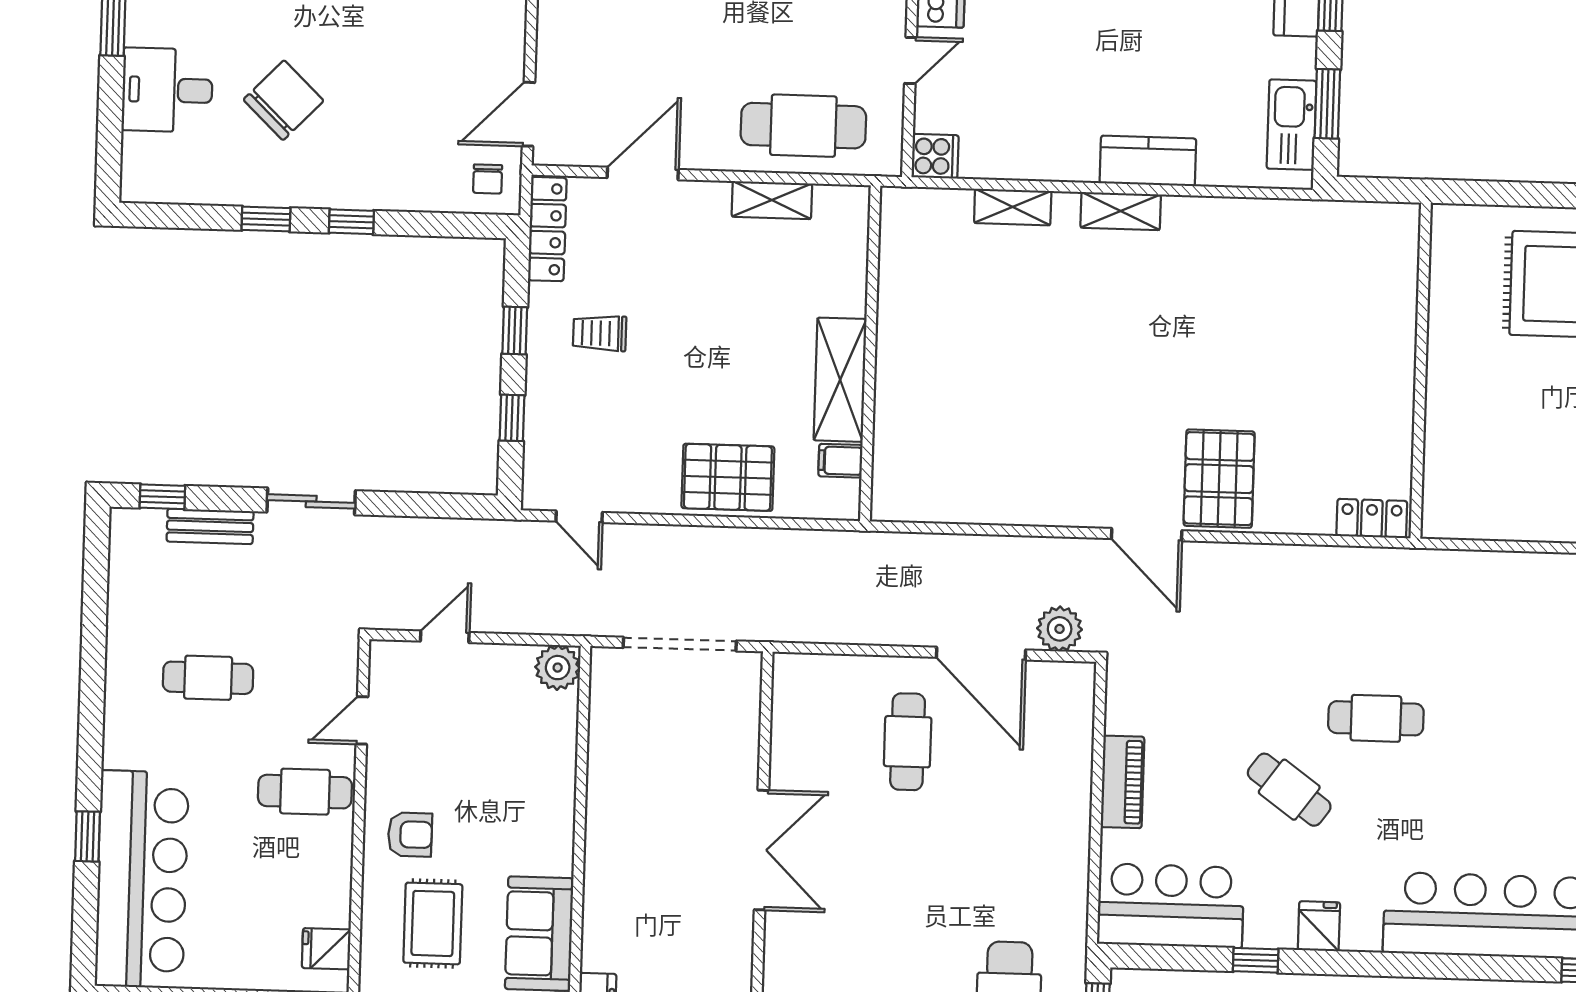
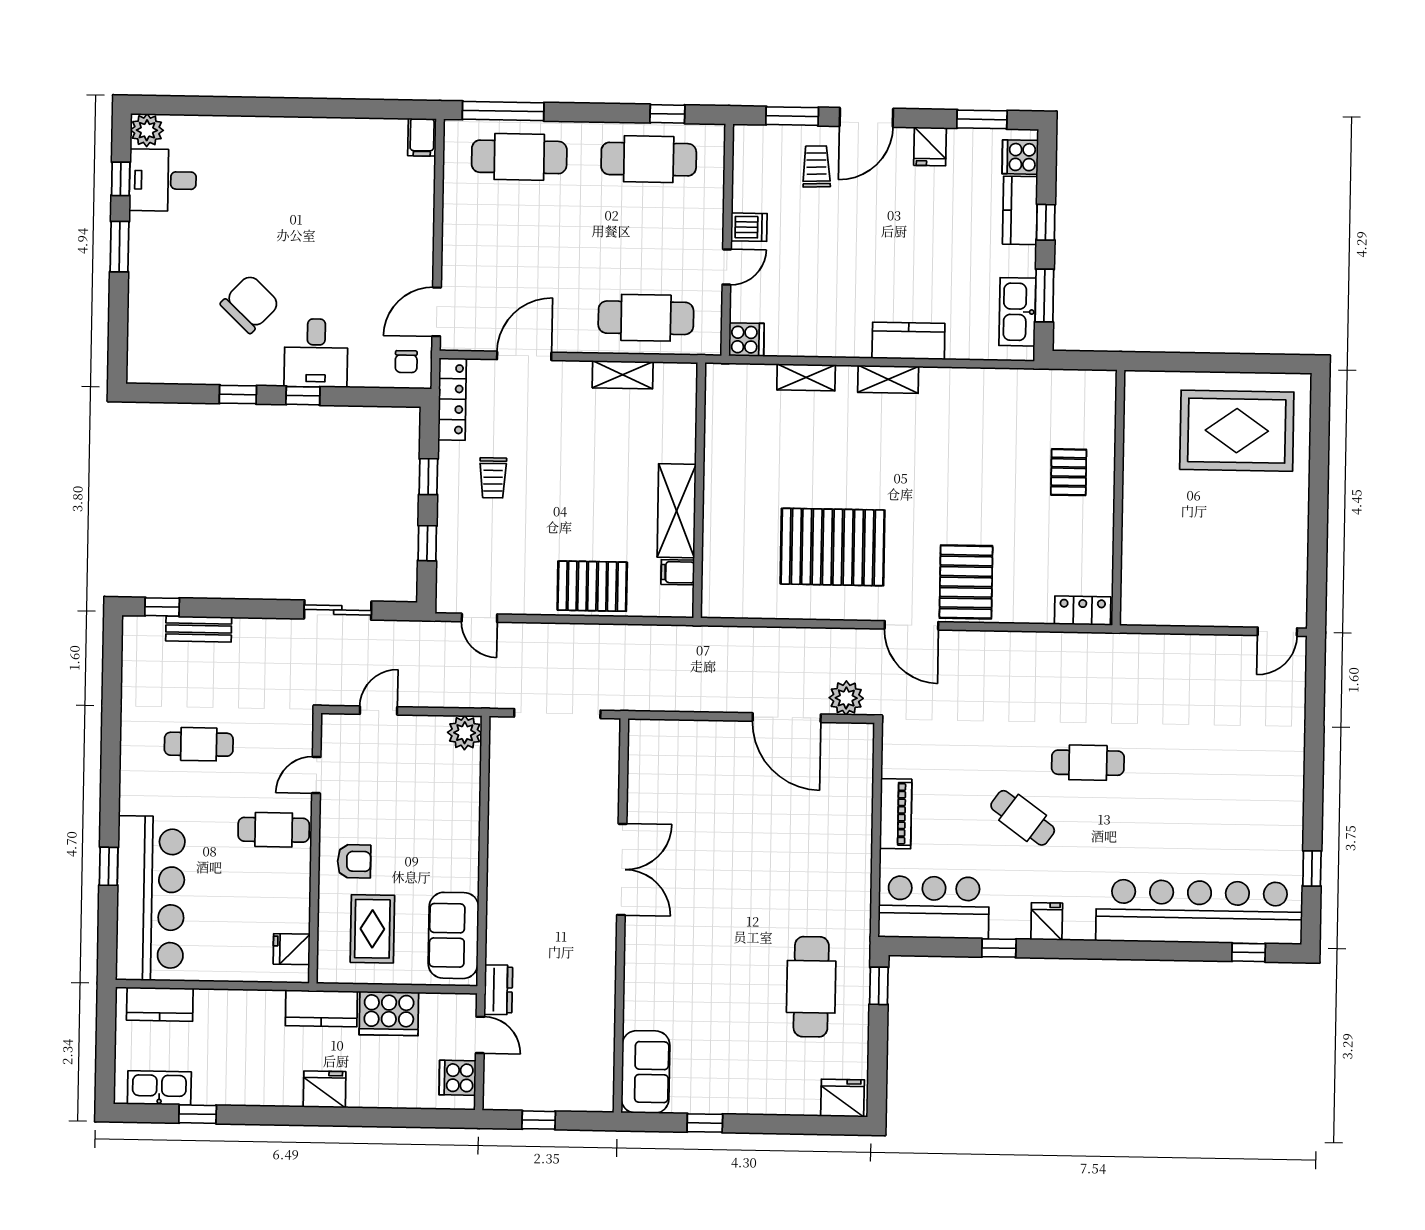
desk: (167, 90) -> (316, 353), moved, turned -90
trolley: (600, 333) -> (493, 478), turned -90
pallet: (1356, 336) -> (1069, 472), added
pallet: (1044, 430) -> (833, 547), added
sliding door: (311, 501) -> (338, 610), moved
cafe table: (908, 742) -> (732, 785), removed

